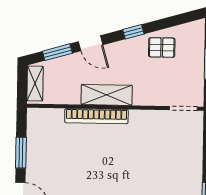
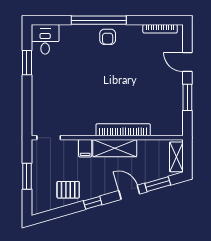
filing cabinet: (141, 95) -> (85, 148), added

